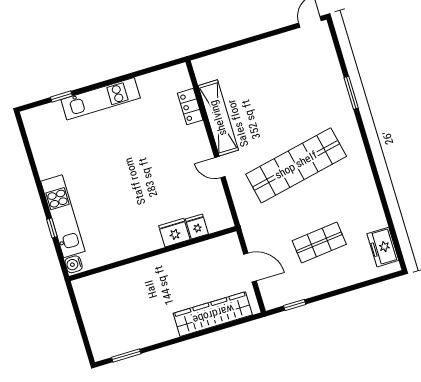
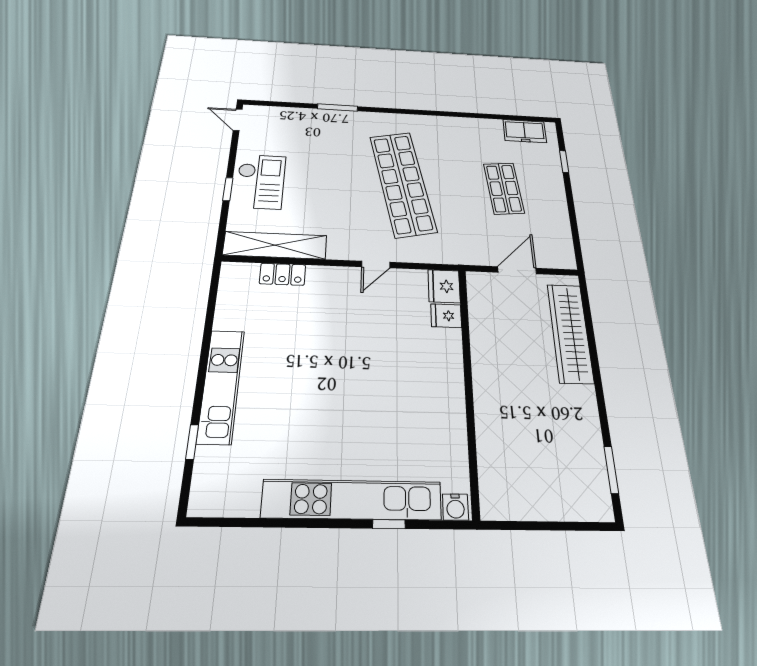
window: (245, 41) -> (228, 189), added
checkout: (260, 62) -> (260, 182), added
shelving: (218, 118) -> (275, 245), moved
kitchen unit: (63, 216) -> (352, 500), width x1.36
fridge: (174, 233) -> (444, 286), moved
window: (295, 305) -> (564, 161), moved

